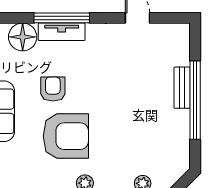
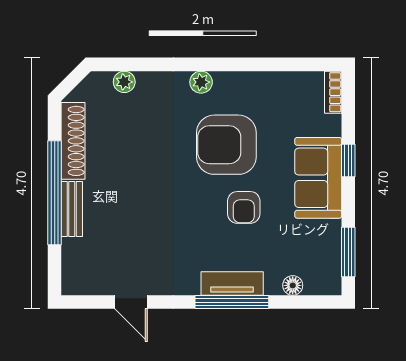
floor lamp: (23, 37) -> (293, 285), width x0.53, depth x0.53
shoe rack: (181, 139) -> (73, 141), added

